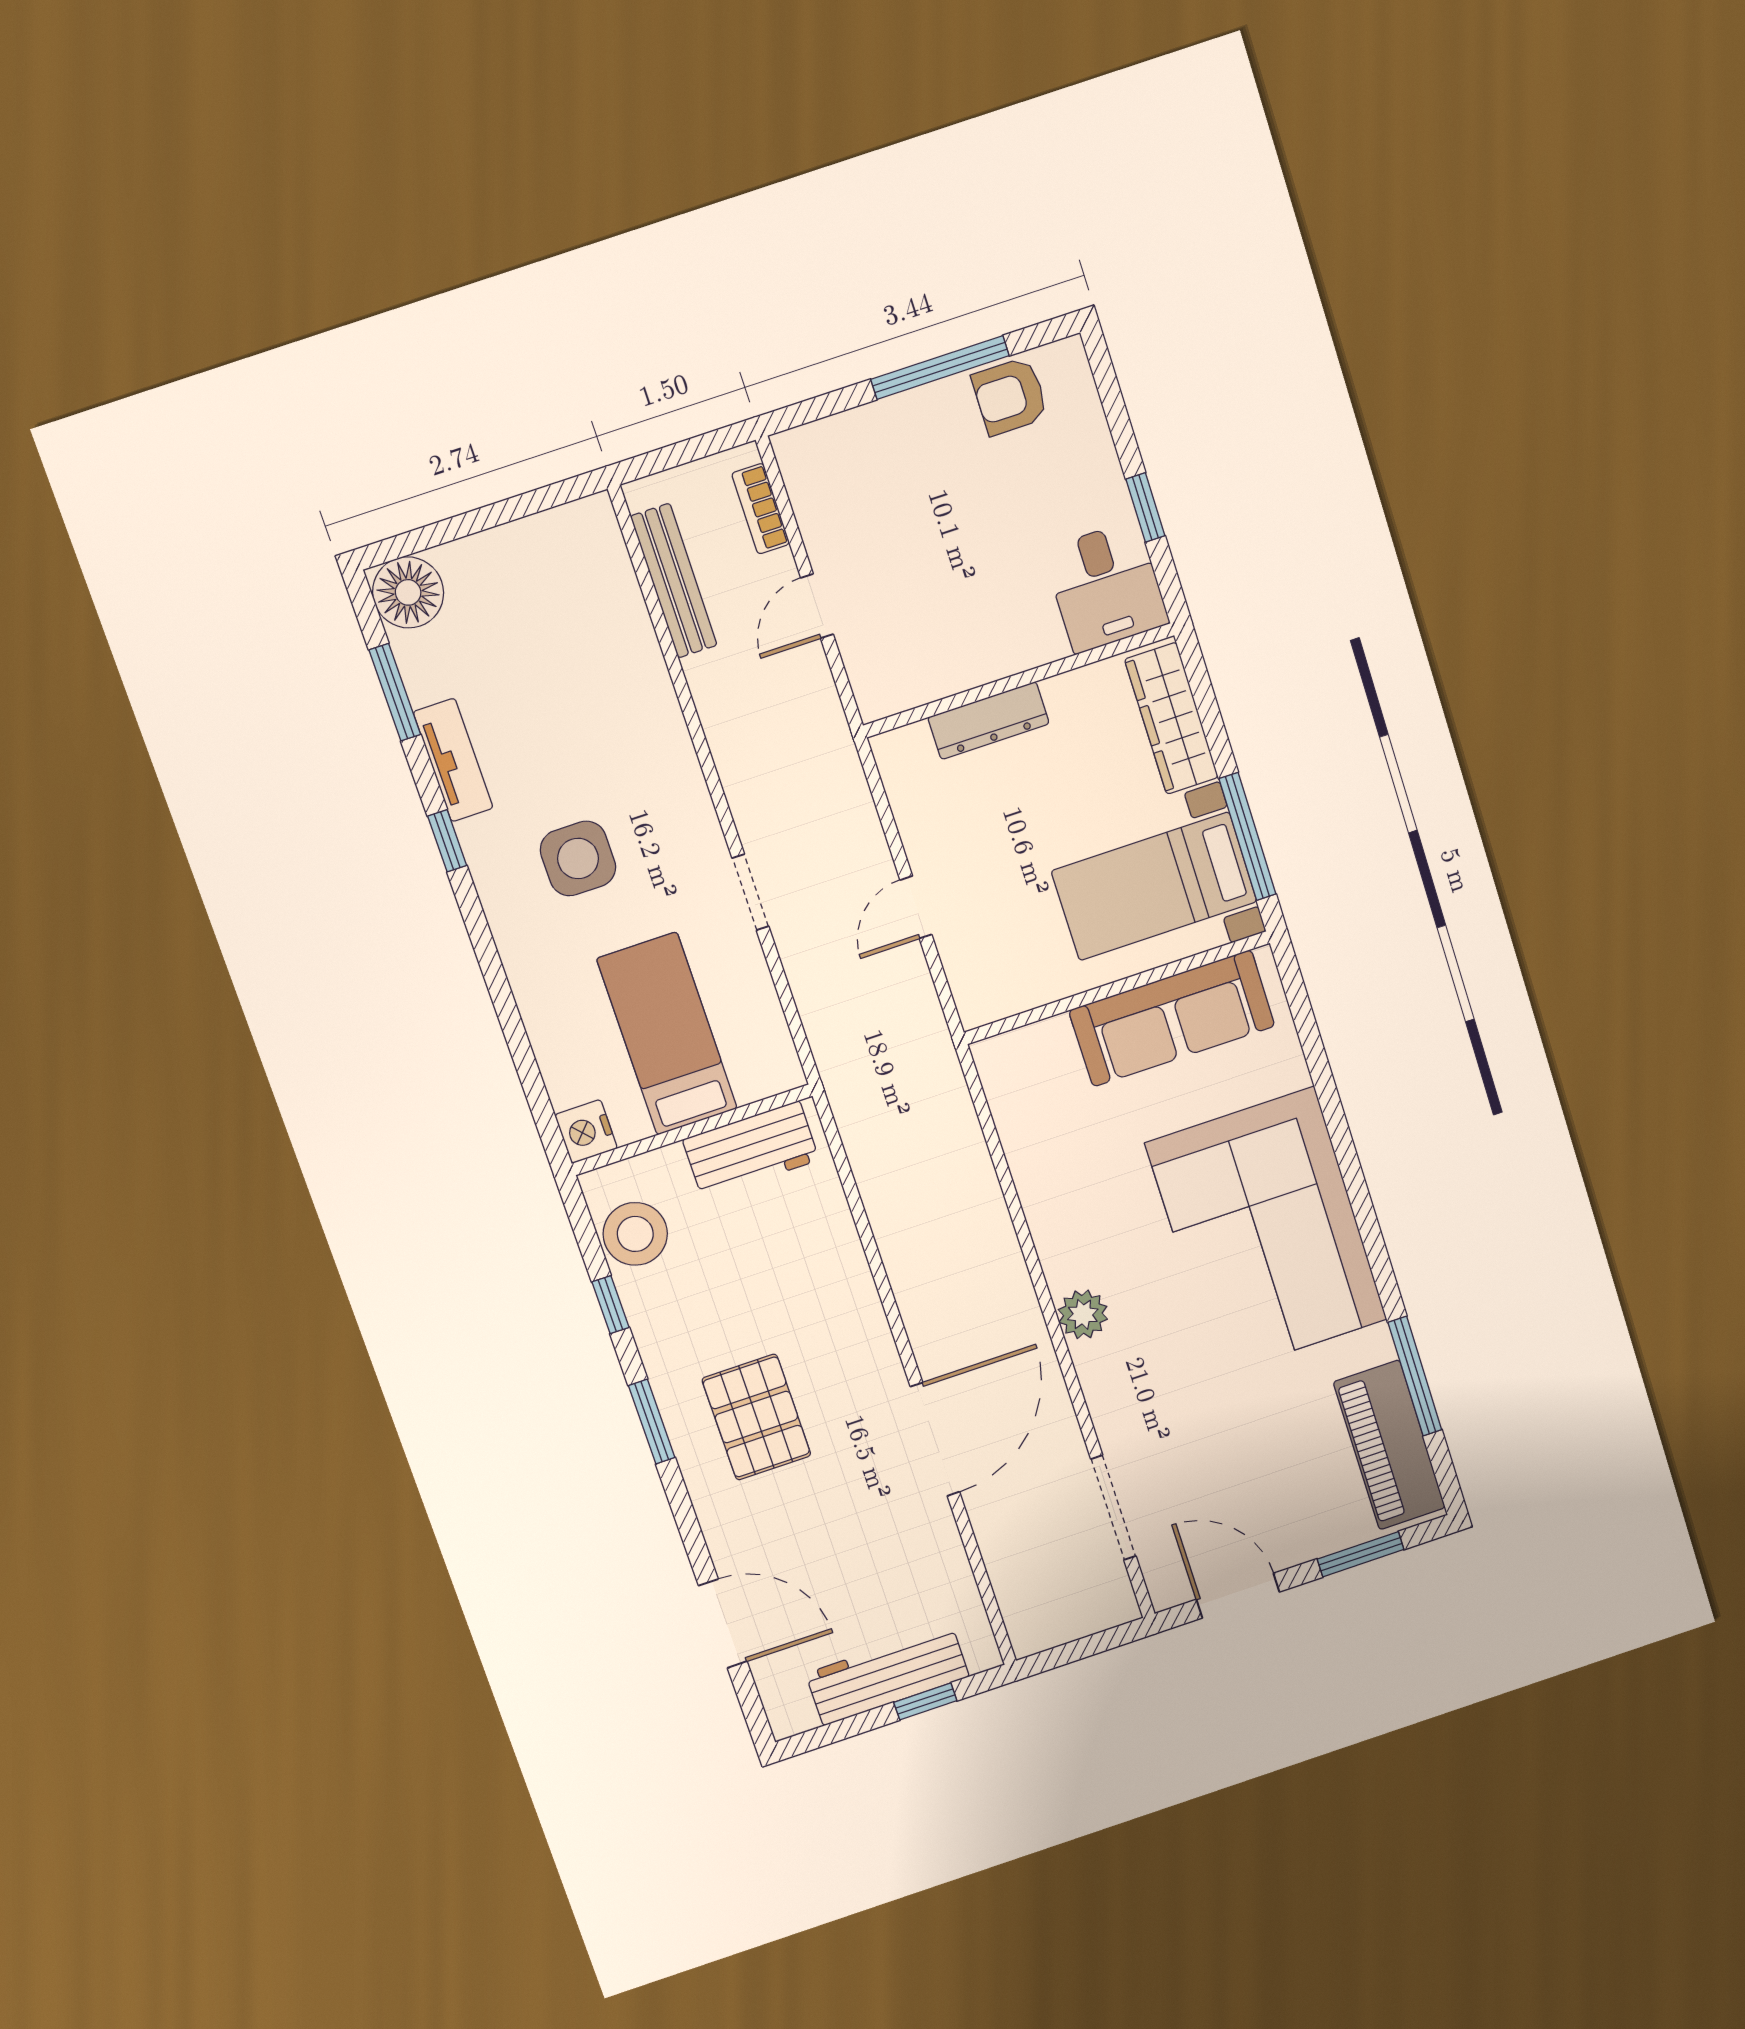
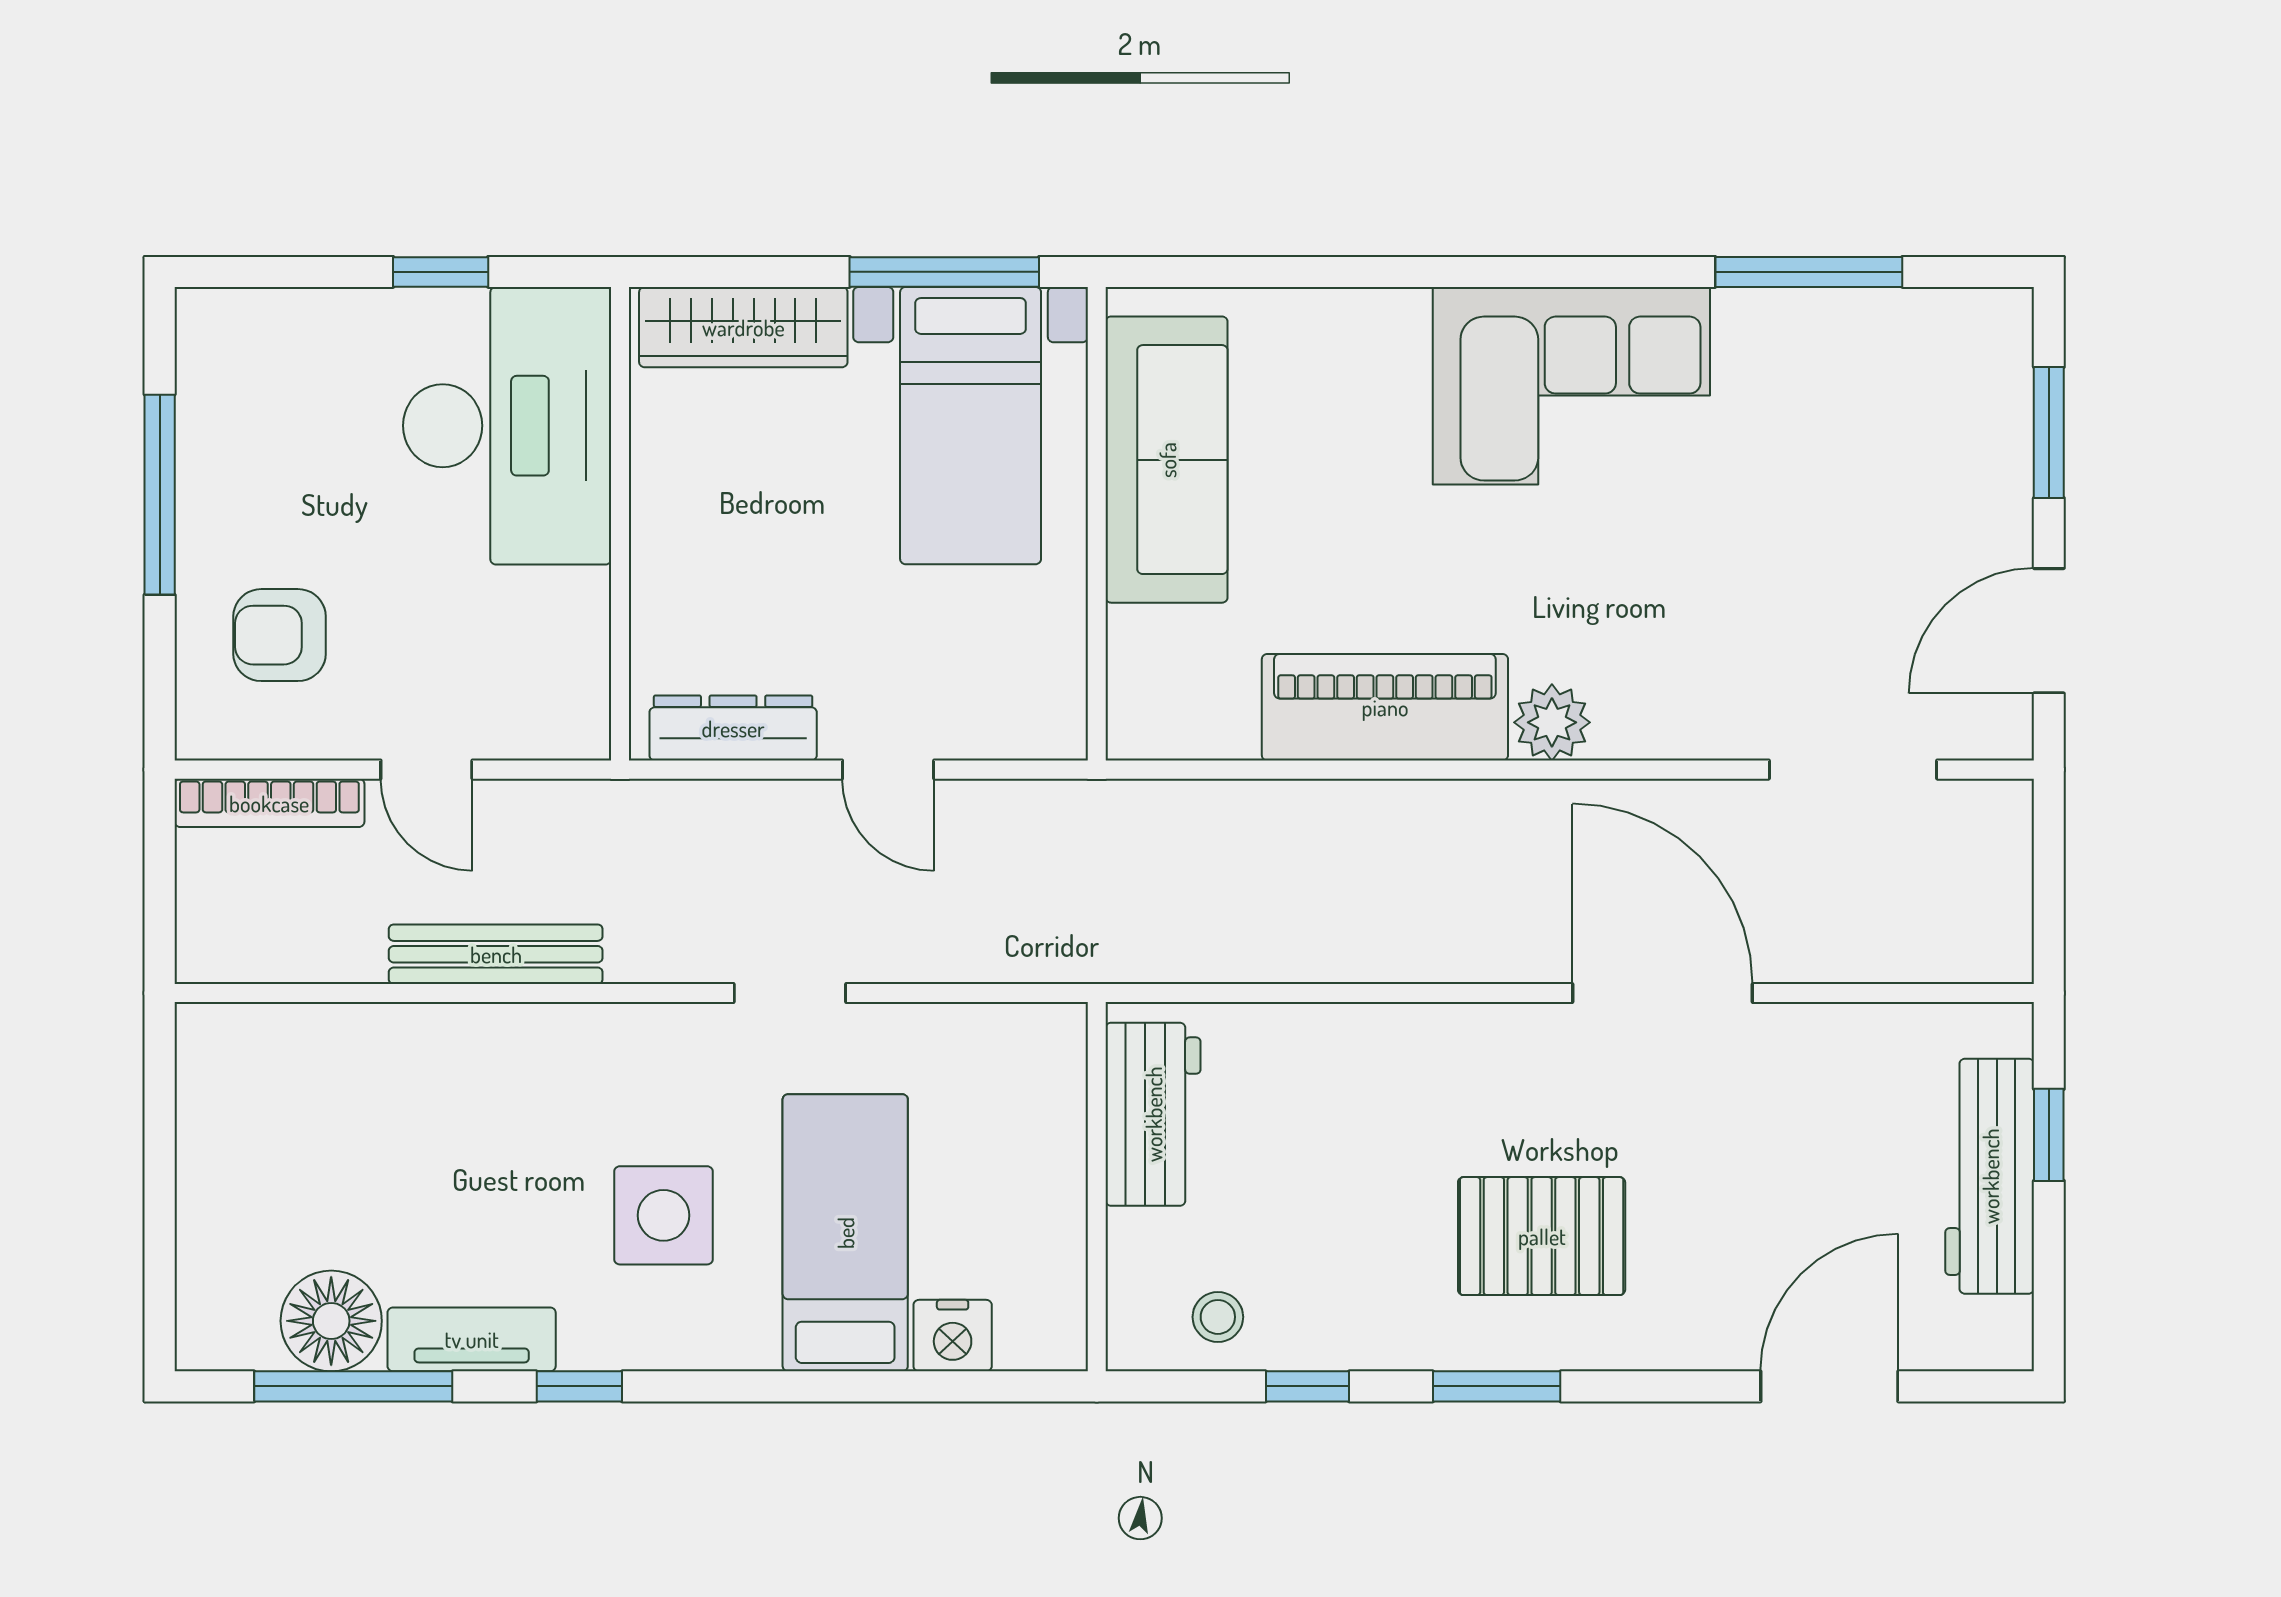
armchair: (1010, 396) -> (280, 635), moved, turned 90
bookcase: (761, 509) -> (269, 803), width x1.56
bench: (674, 581) -> (496, 954), moved
desk: (1106, 587) -> (507, 426), width x1.87, depth x1.30
floor lamp: (408, 592) -> (331, 1321), moved
window: (395, 692) -> (353, 1386), width x1.44
dresser: (989, 720) -> (733, 728), moved, turned -90
bed: (667, 1034) -> (845, 1233), moved, turned 90
nightstand: (586, 1132) -> (953, 1336), moved
corner sofa: (1266, 1232) -> (1571, 386), width x0.73, depth x0.74
stool: (635, 1234) -> (1218, 1317), width x0.53, depth x0.53
piano: (1389, 1445) -> (1385, 707), moved, turned 180

